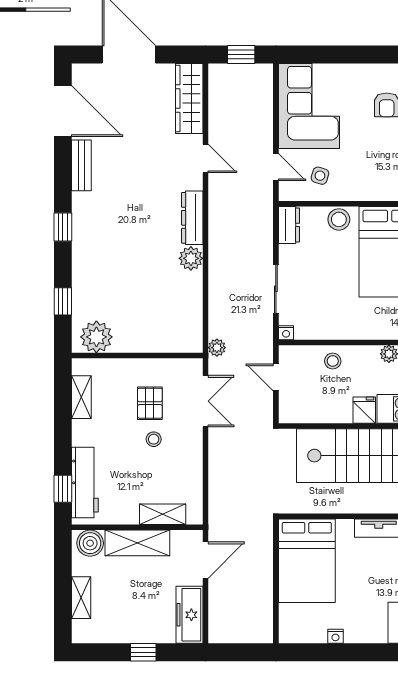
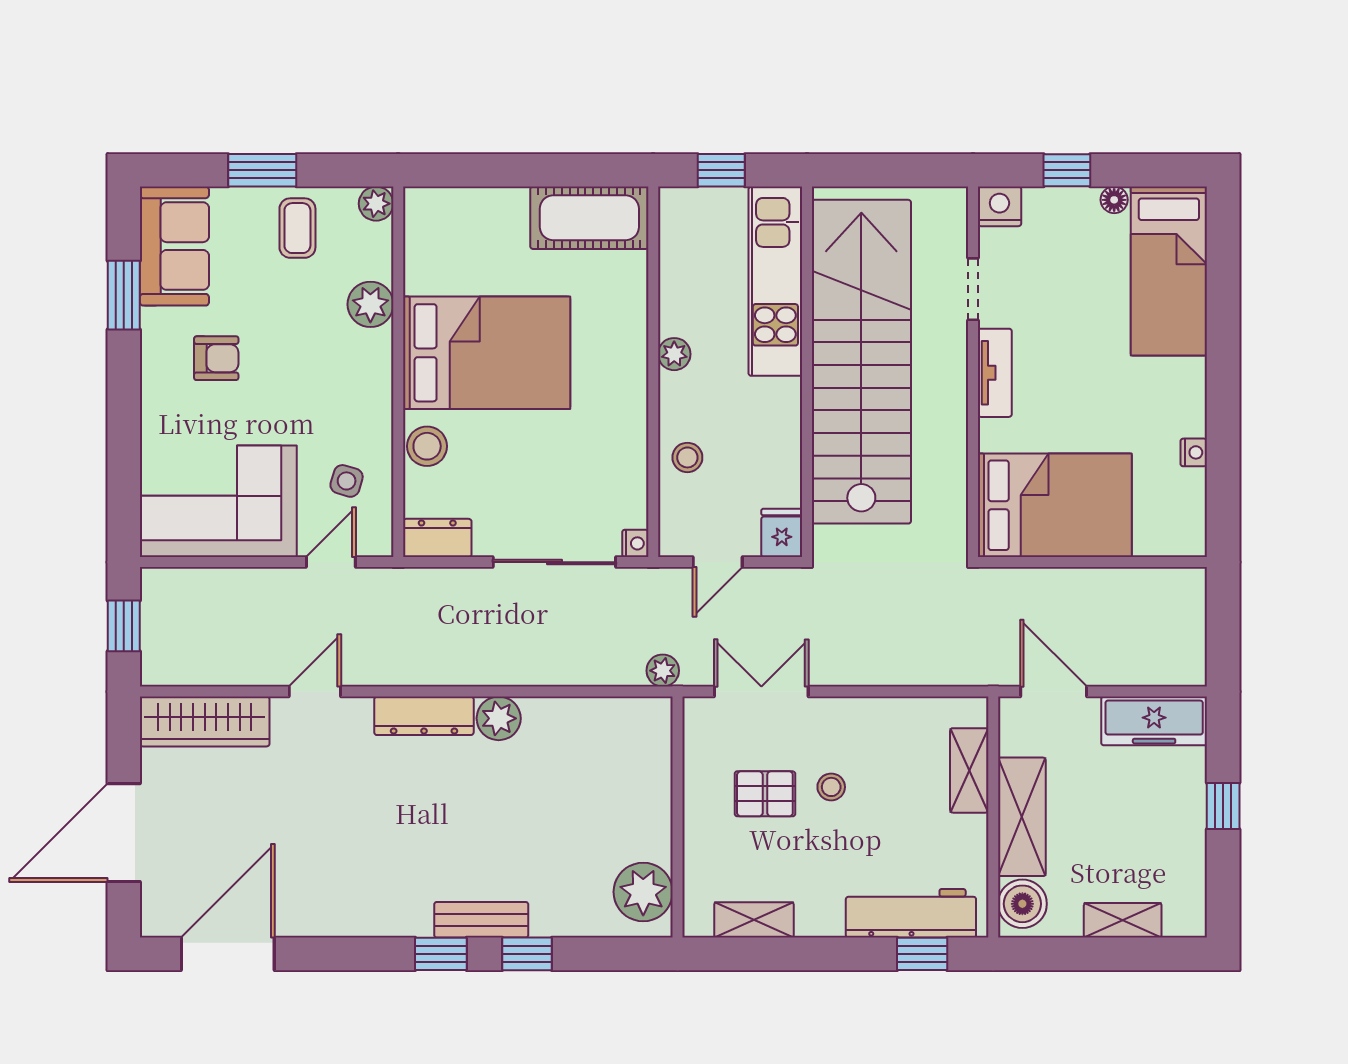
bench: (81, 165) -> (481, 920), moved
sliding door: (276, 289) -> (554, 562), width x1.37
window: (63, 301) -> (527, 954), moved
fridge: (364, 410) -> (782, 533), moved, turned 90

